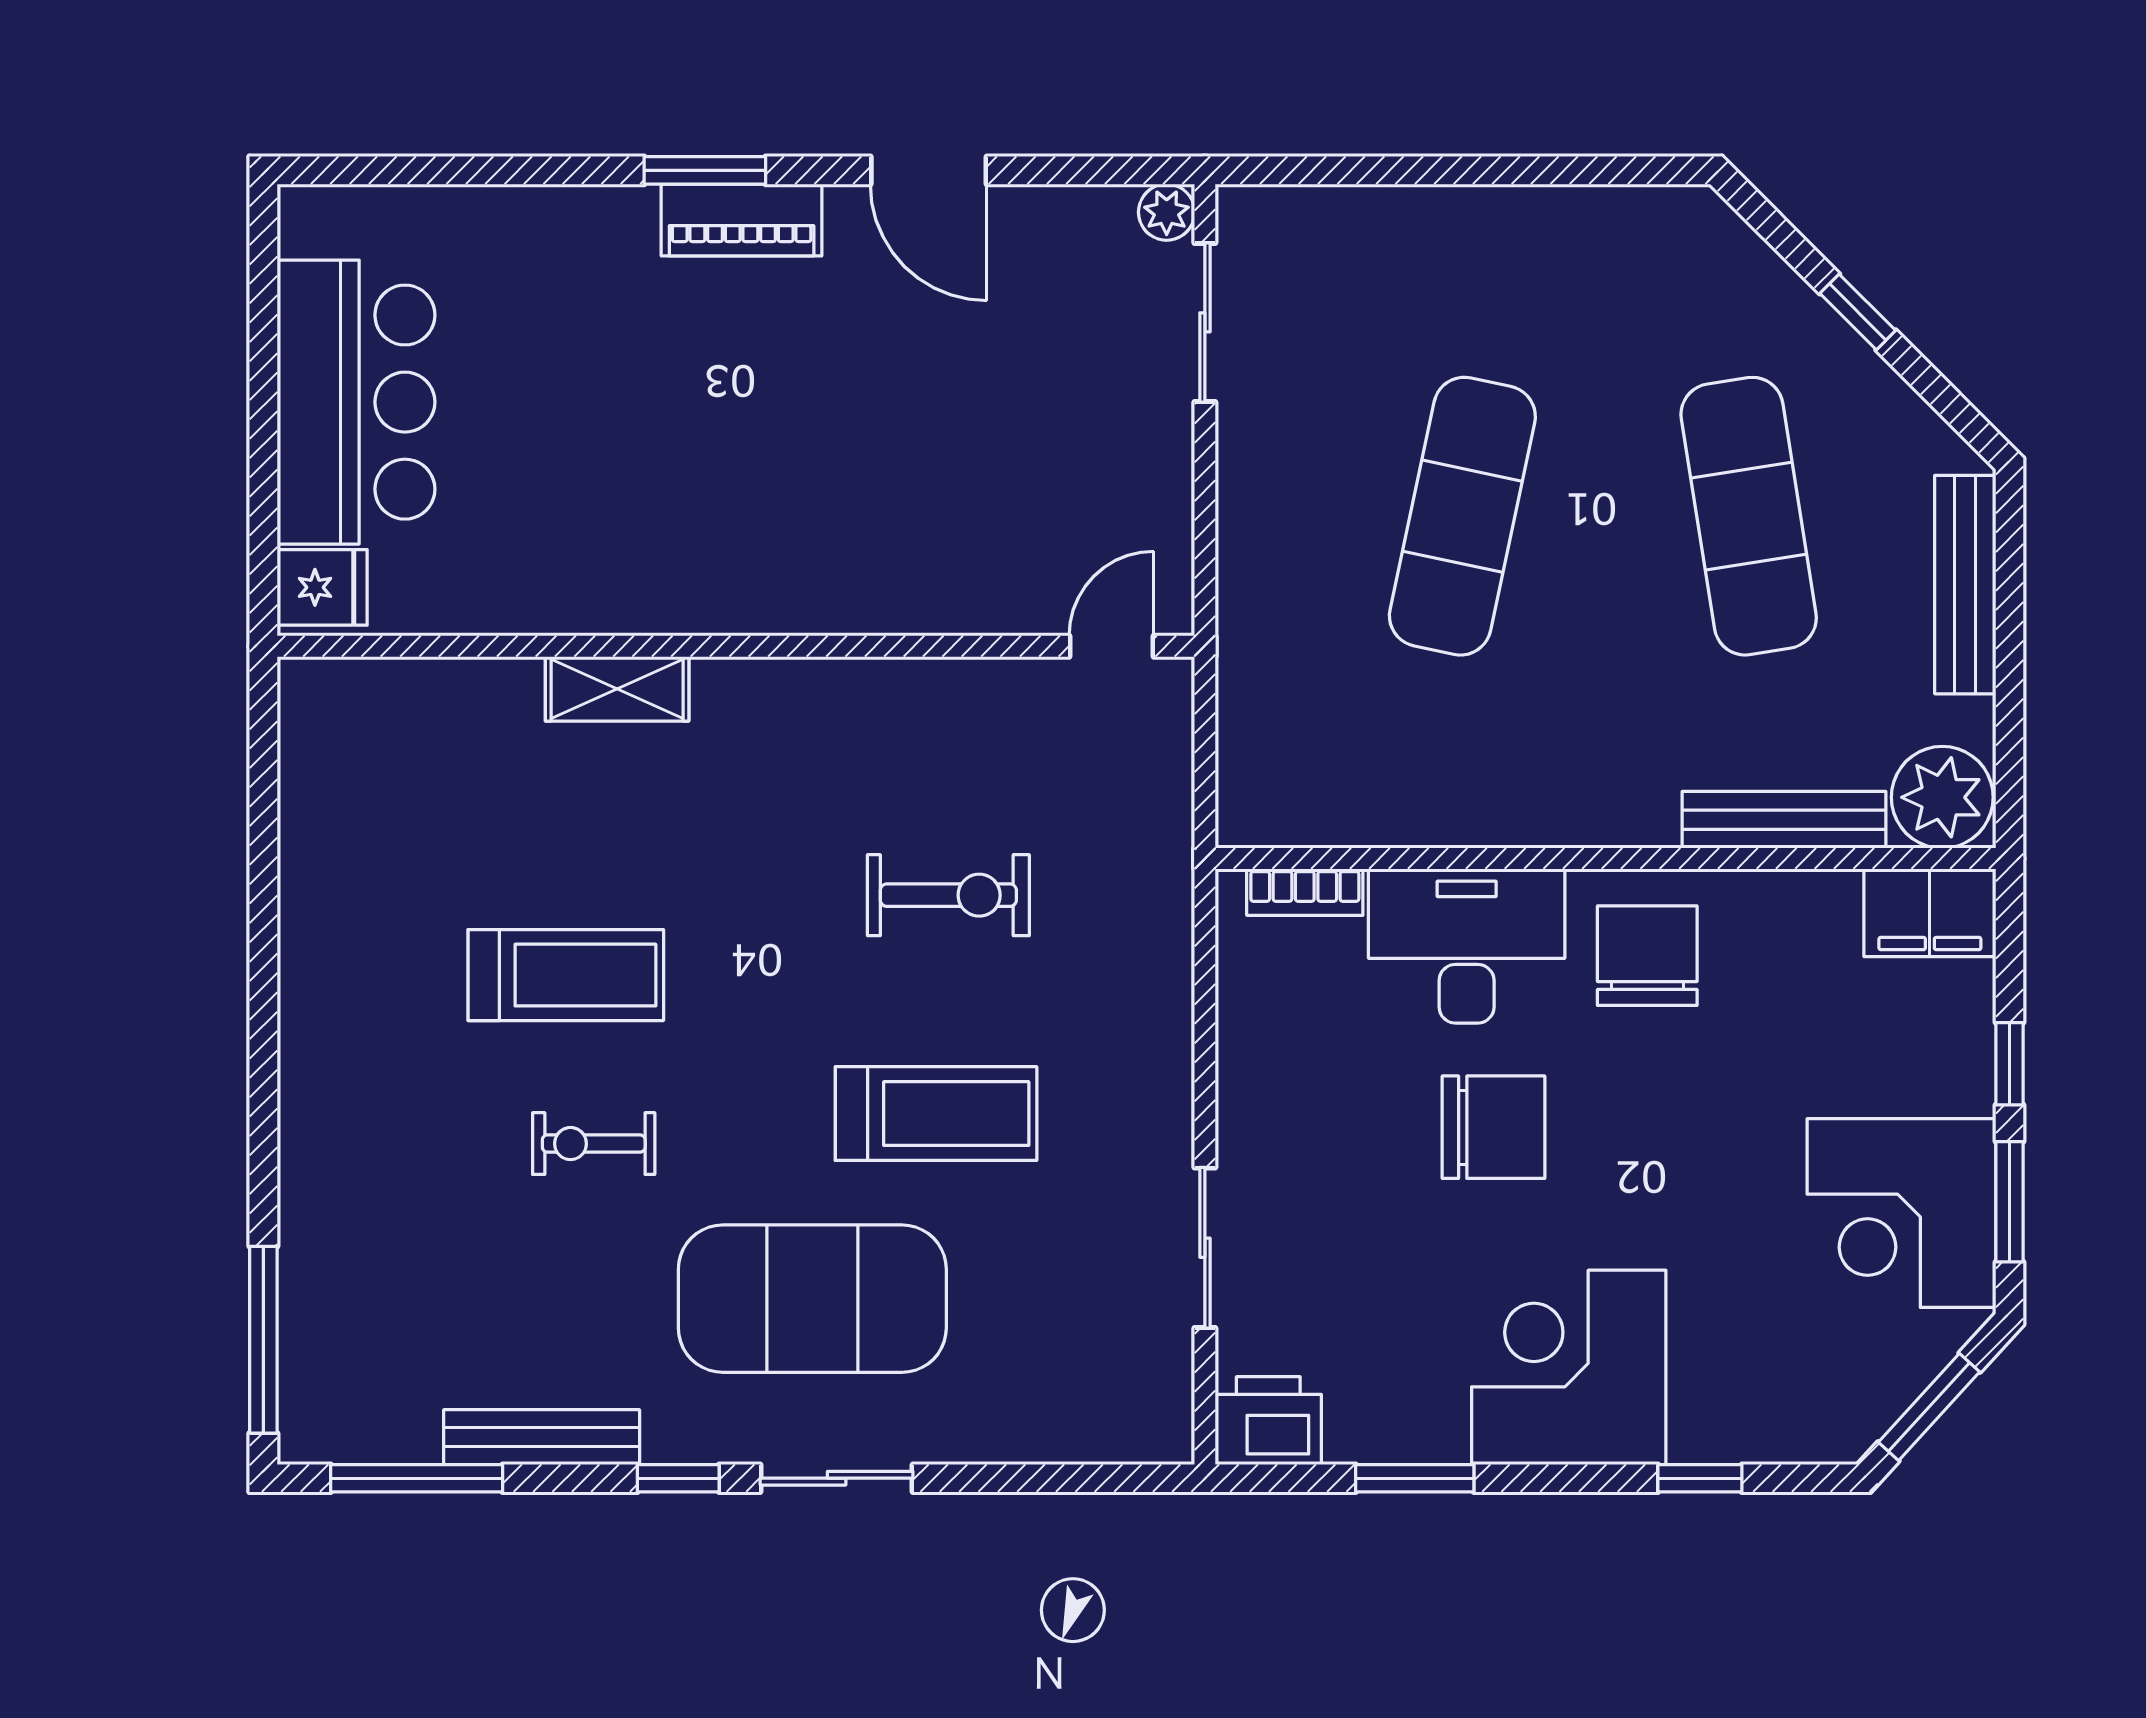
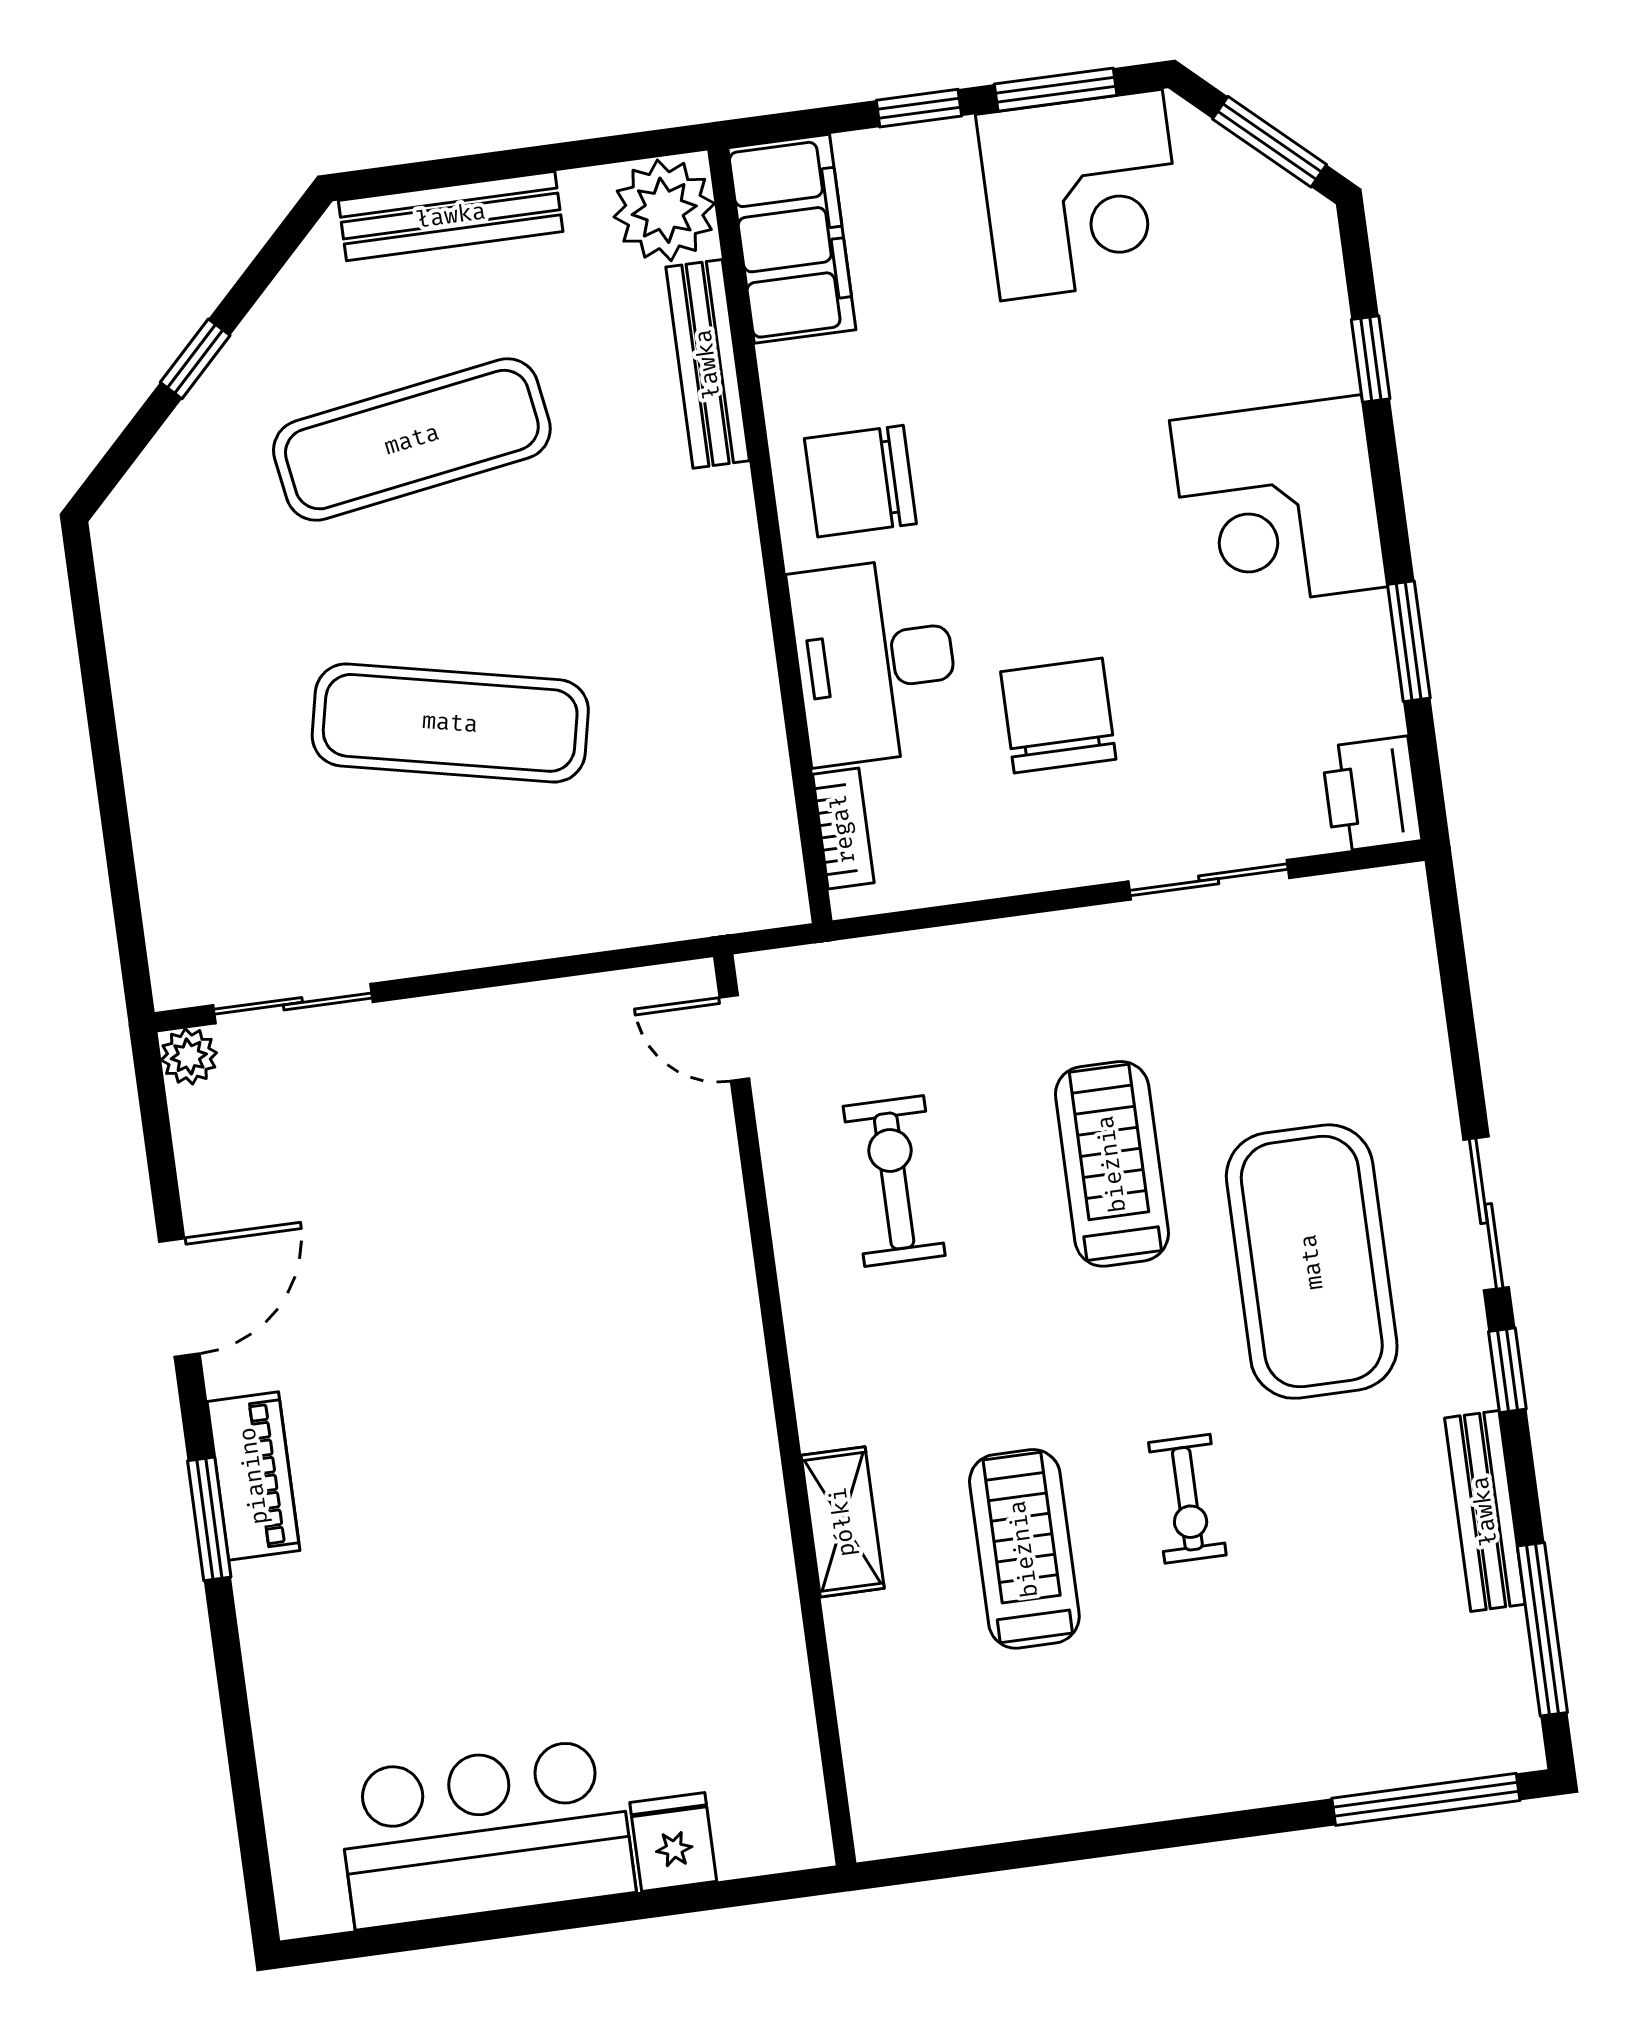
wall: (736, 646) -> (785, 1410), moved
door: (1111, 646) -> (734, 1038), moved
shelving: (617, 689) -> (843, 1522), moved
filing cabinet: (1930, 913) -> (792, 239), width x1.50, depth x1.17
chair: (1493, 1127) -> (1058, 716), moved

